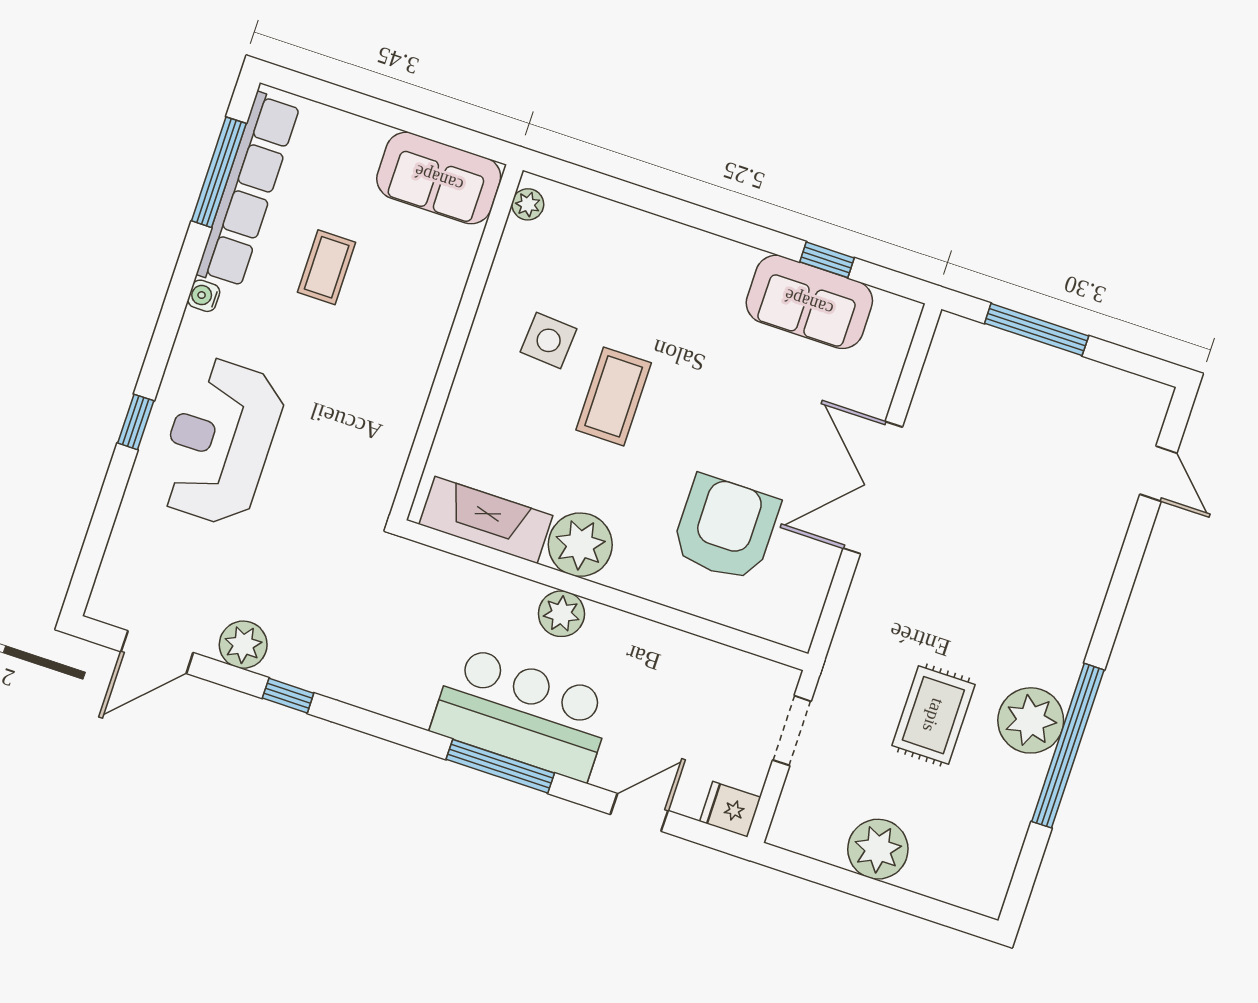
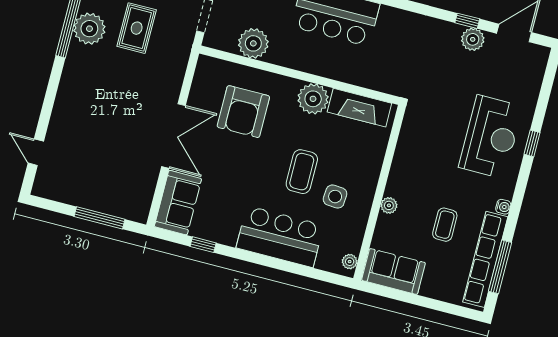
bar counter: (668, 266) -> (280, 236), added
sofa: (809, 302) -> (178, 203), moved, turned 90
plant: (439, 315) -> (389, 205), added
plant: (561, 614) -> (253, 43), moved, width x1.36, depth x1.36
window: (288, 696) -> (467, 21), moved

